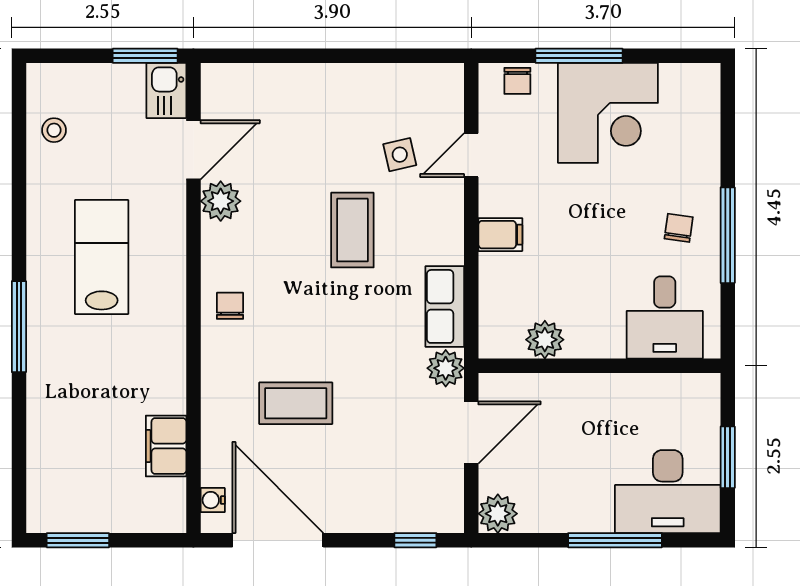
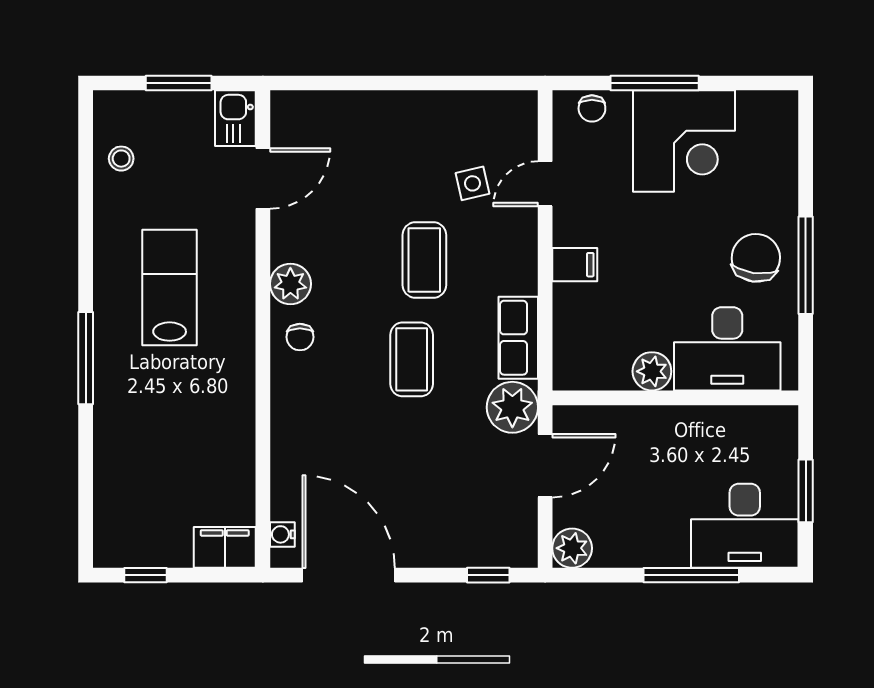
window: (145, 56) -> (179, 83), moved
plant: (221, 201) -> (290, 284), moved
chair: (679, 228) -> (756, 258), width x1.87, depth x1.87
chair: (230, 306) -> (300, 337), turned 180
desk: (665, 317) -> (727, 349), width x1.37
plant: (545, 340) -> (652, 371), moved
plant: (446, 368) -> (512, 407), width x1.36, depth x1.36
coffee table: (296, 403) -> (412, 359), moved, turned 90
filing cabinet: (166, 446) -> (225, 547), moved, turned 90
window: (78, 540) -> (145, 575), width x0.67

